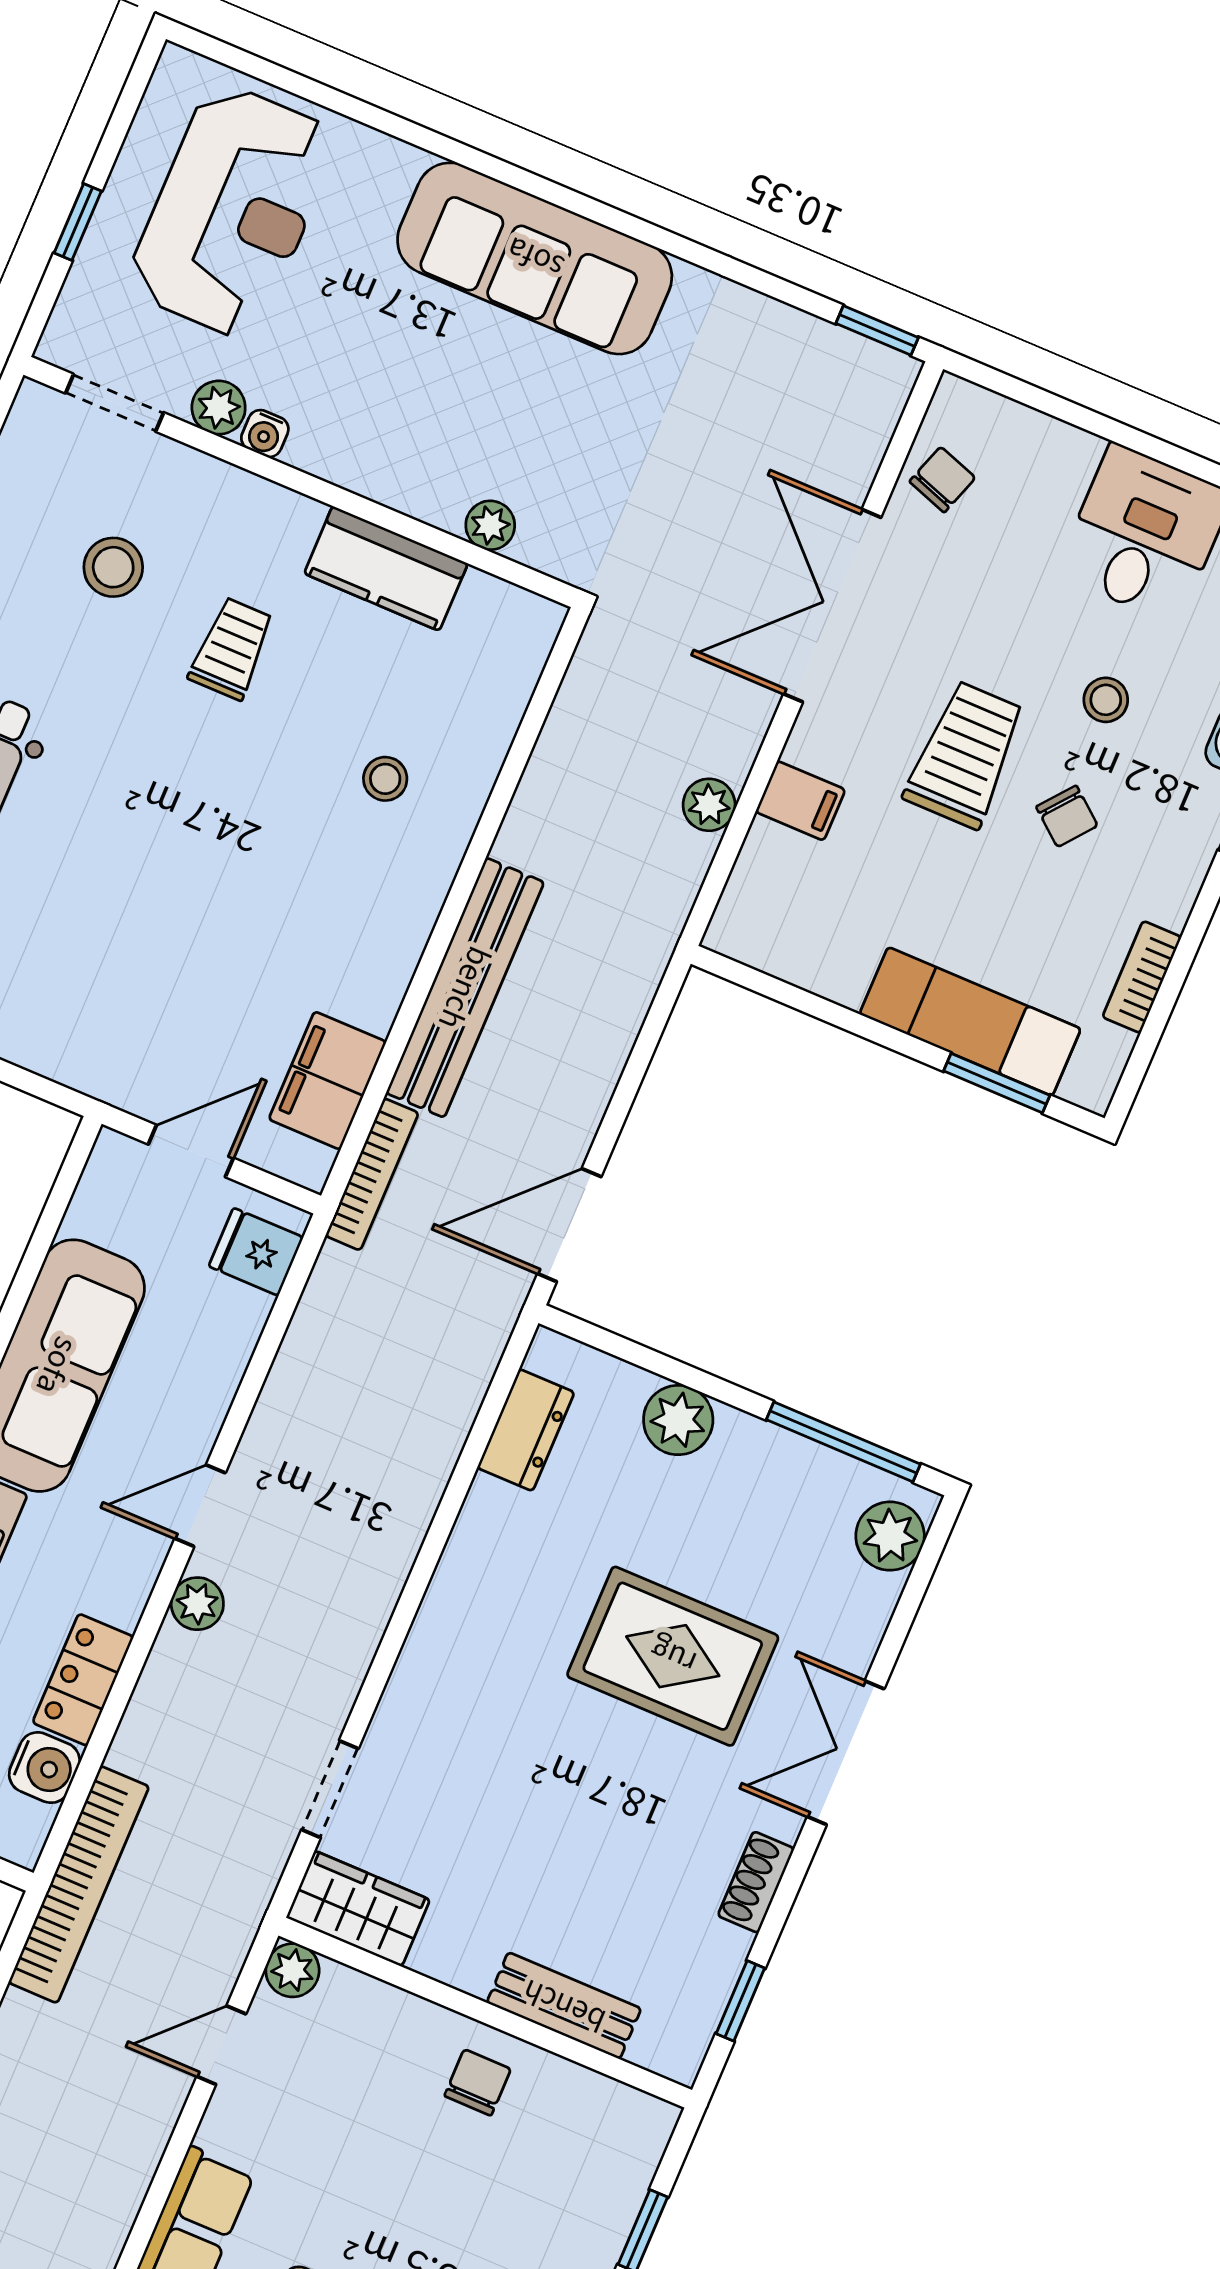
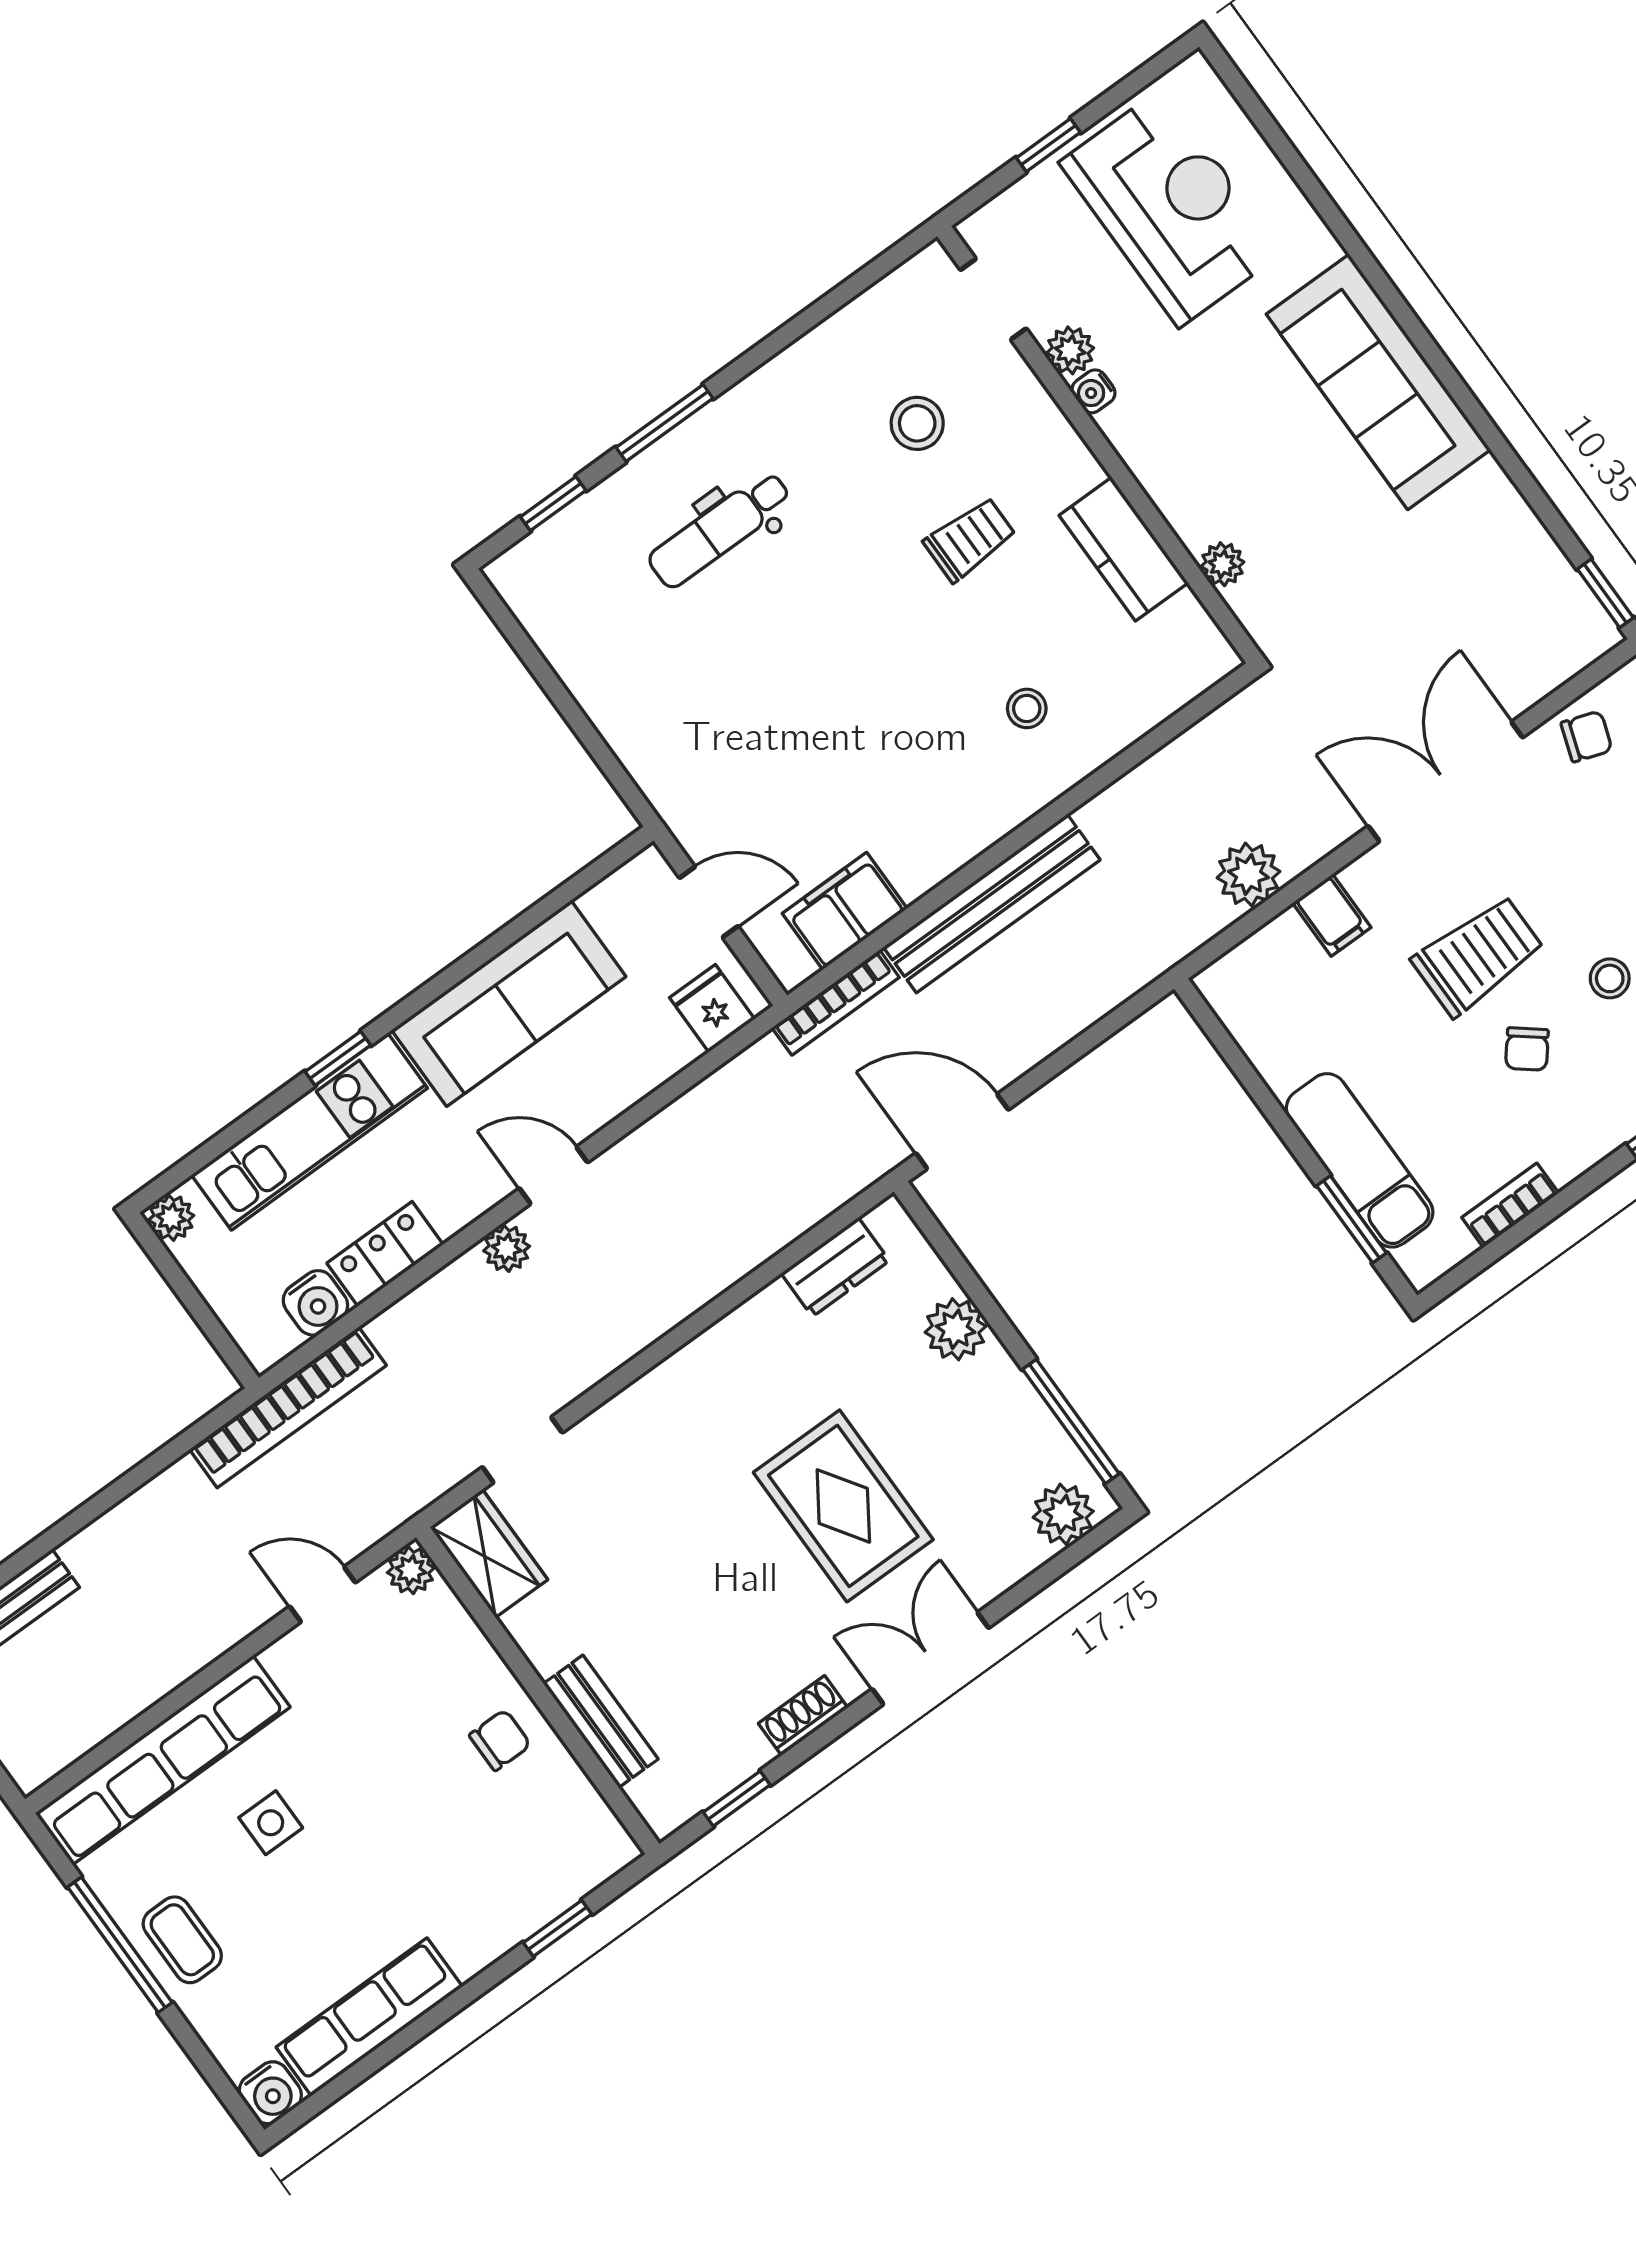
reception desk: (232, 211) -> (1171, 208), turned -90
plant: (709, 805) -> (1249, 875), width x1.38, depth x1.38

